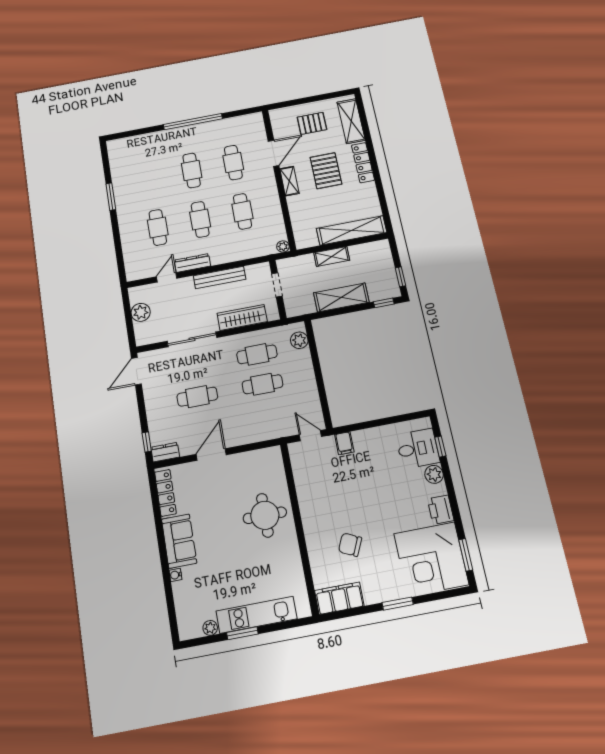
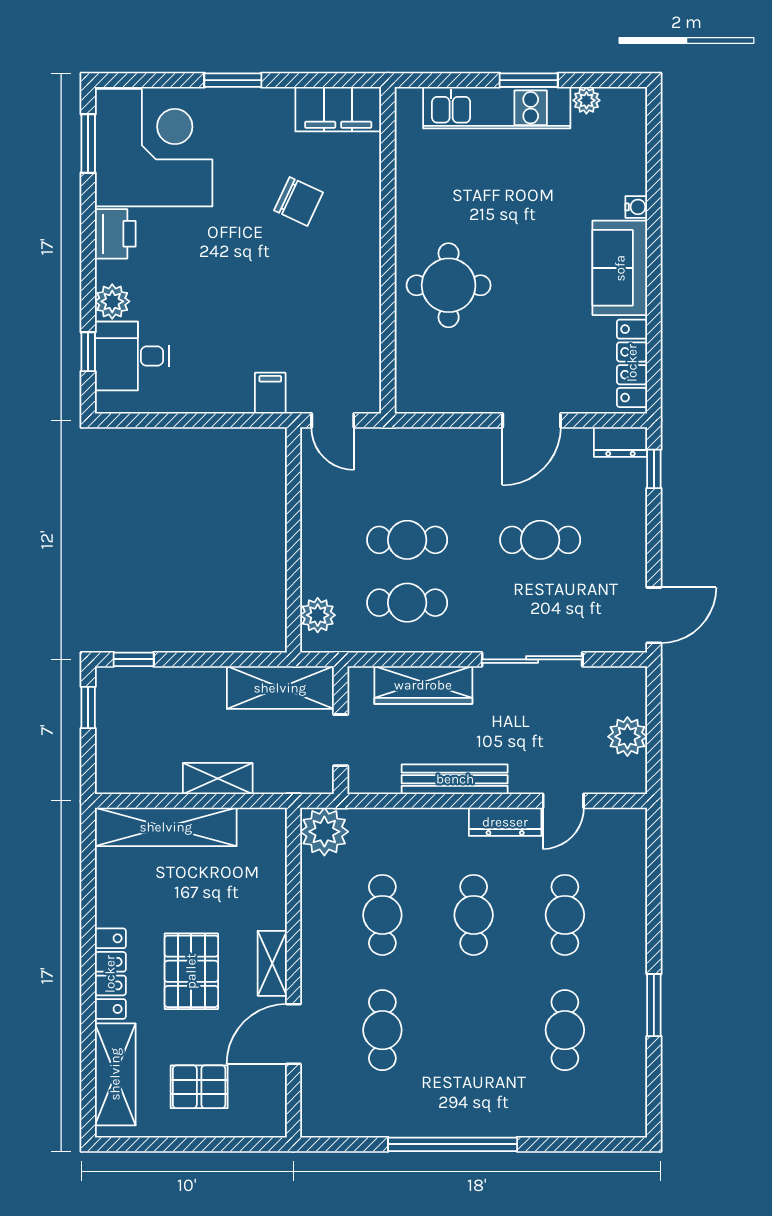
cafe table: (192, 170) -> (565, 1030), moved
plant: (283, 246) -> (324, 832), width x1.88, depth x1.88
shelving: (341, 297) -> (280, 688), moved

